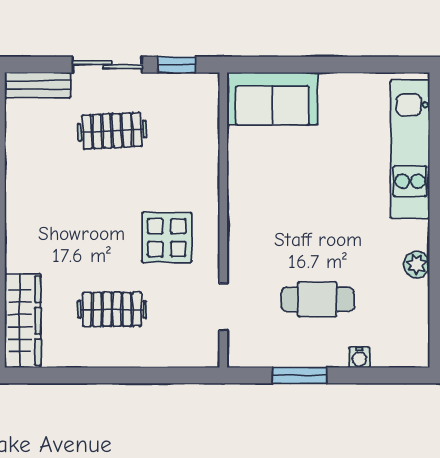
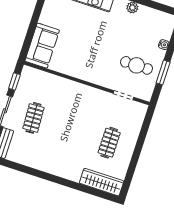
display table: (167, 238) -> (86, 110), removed
cafe table: (318, 299) -> (136, 65), moved, turned 90

